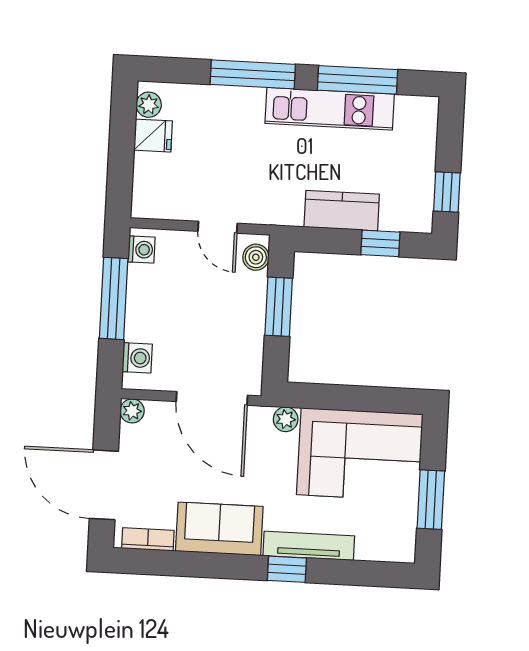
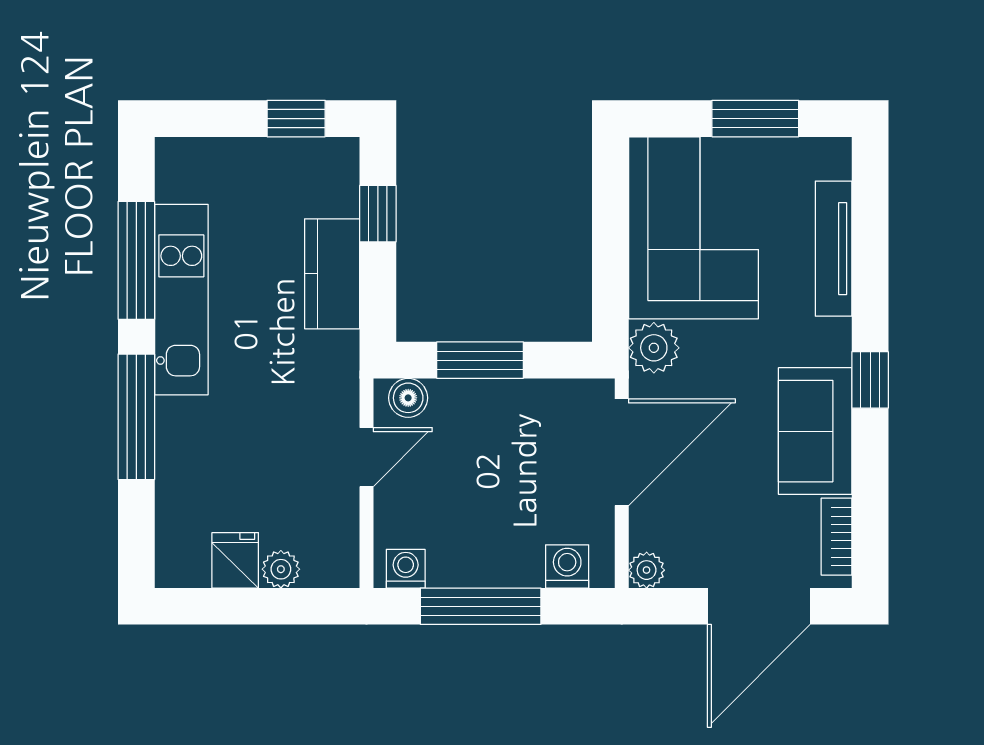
plant: (149, 105) -> (281, 569), moved
plant: (286, 419) -> (654, 348), width x1.38, depth x1.38
tv unit: (309, 546) -> (834, 249), moved
window: (287, 569) -> (870, 380), moved

